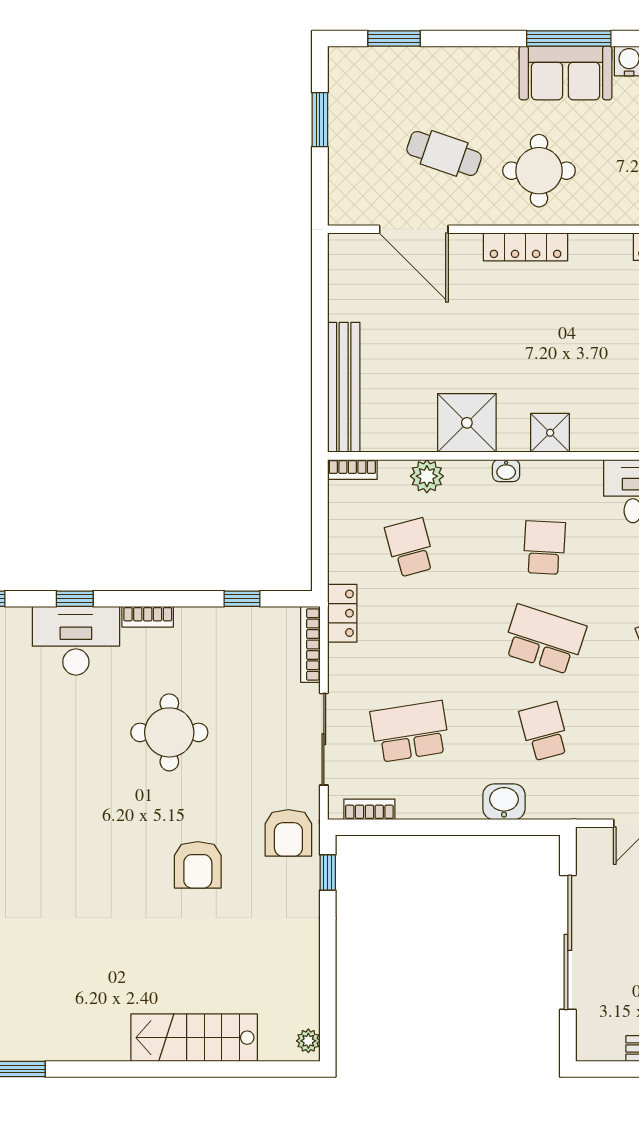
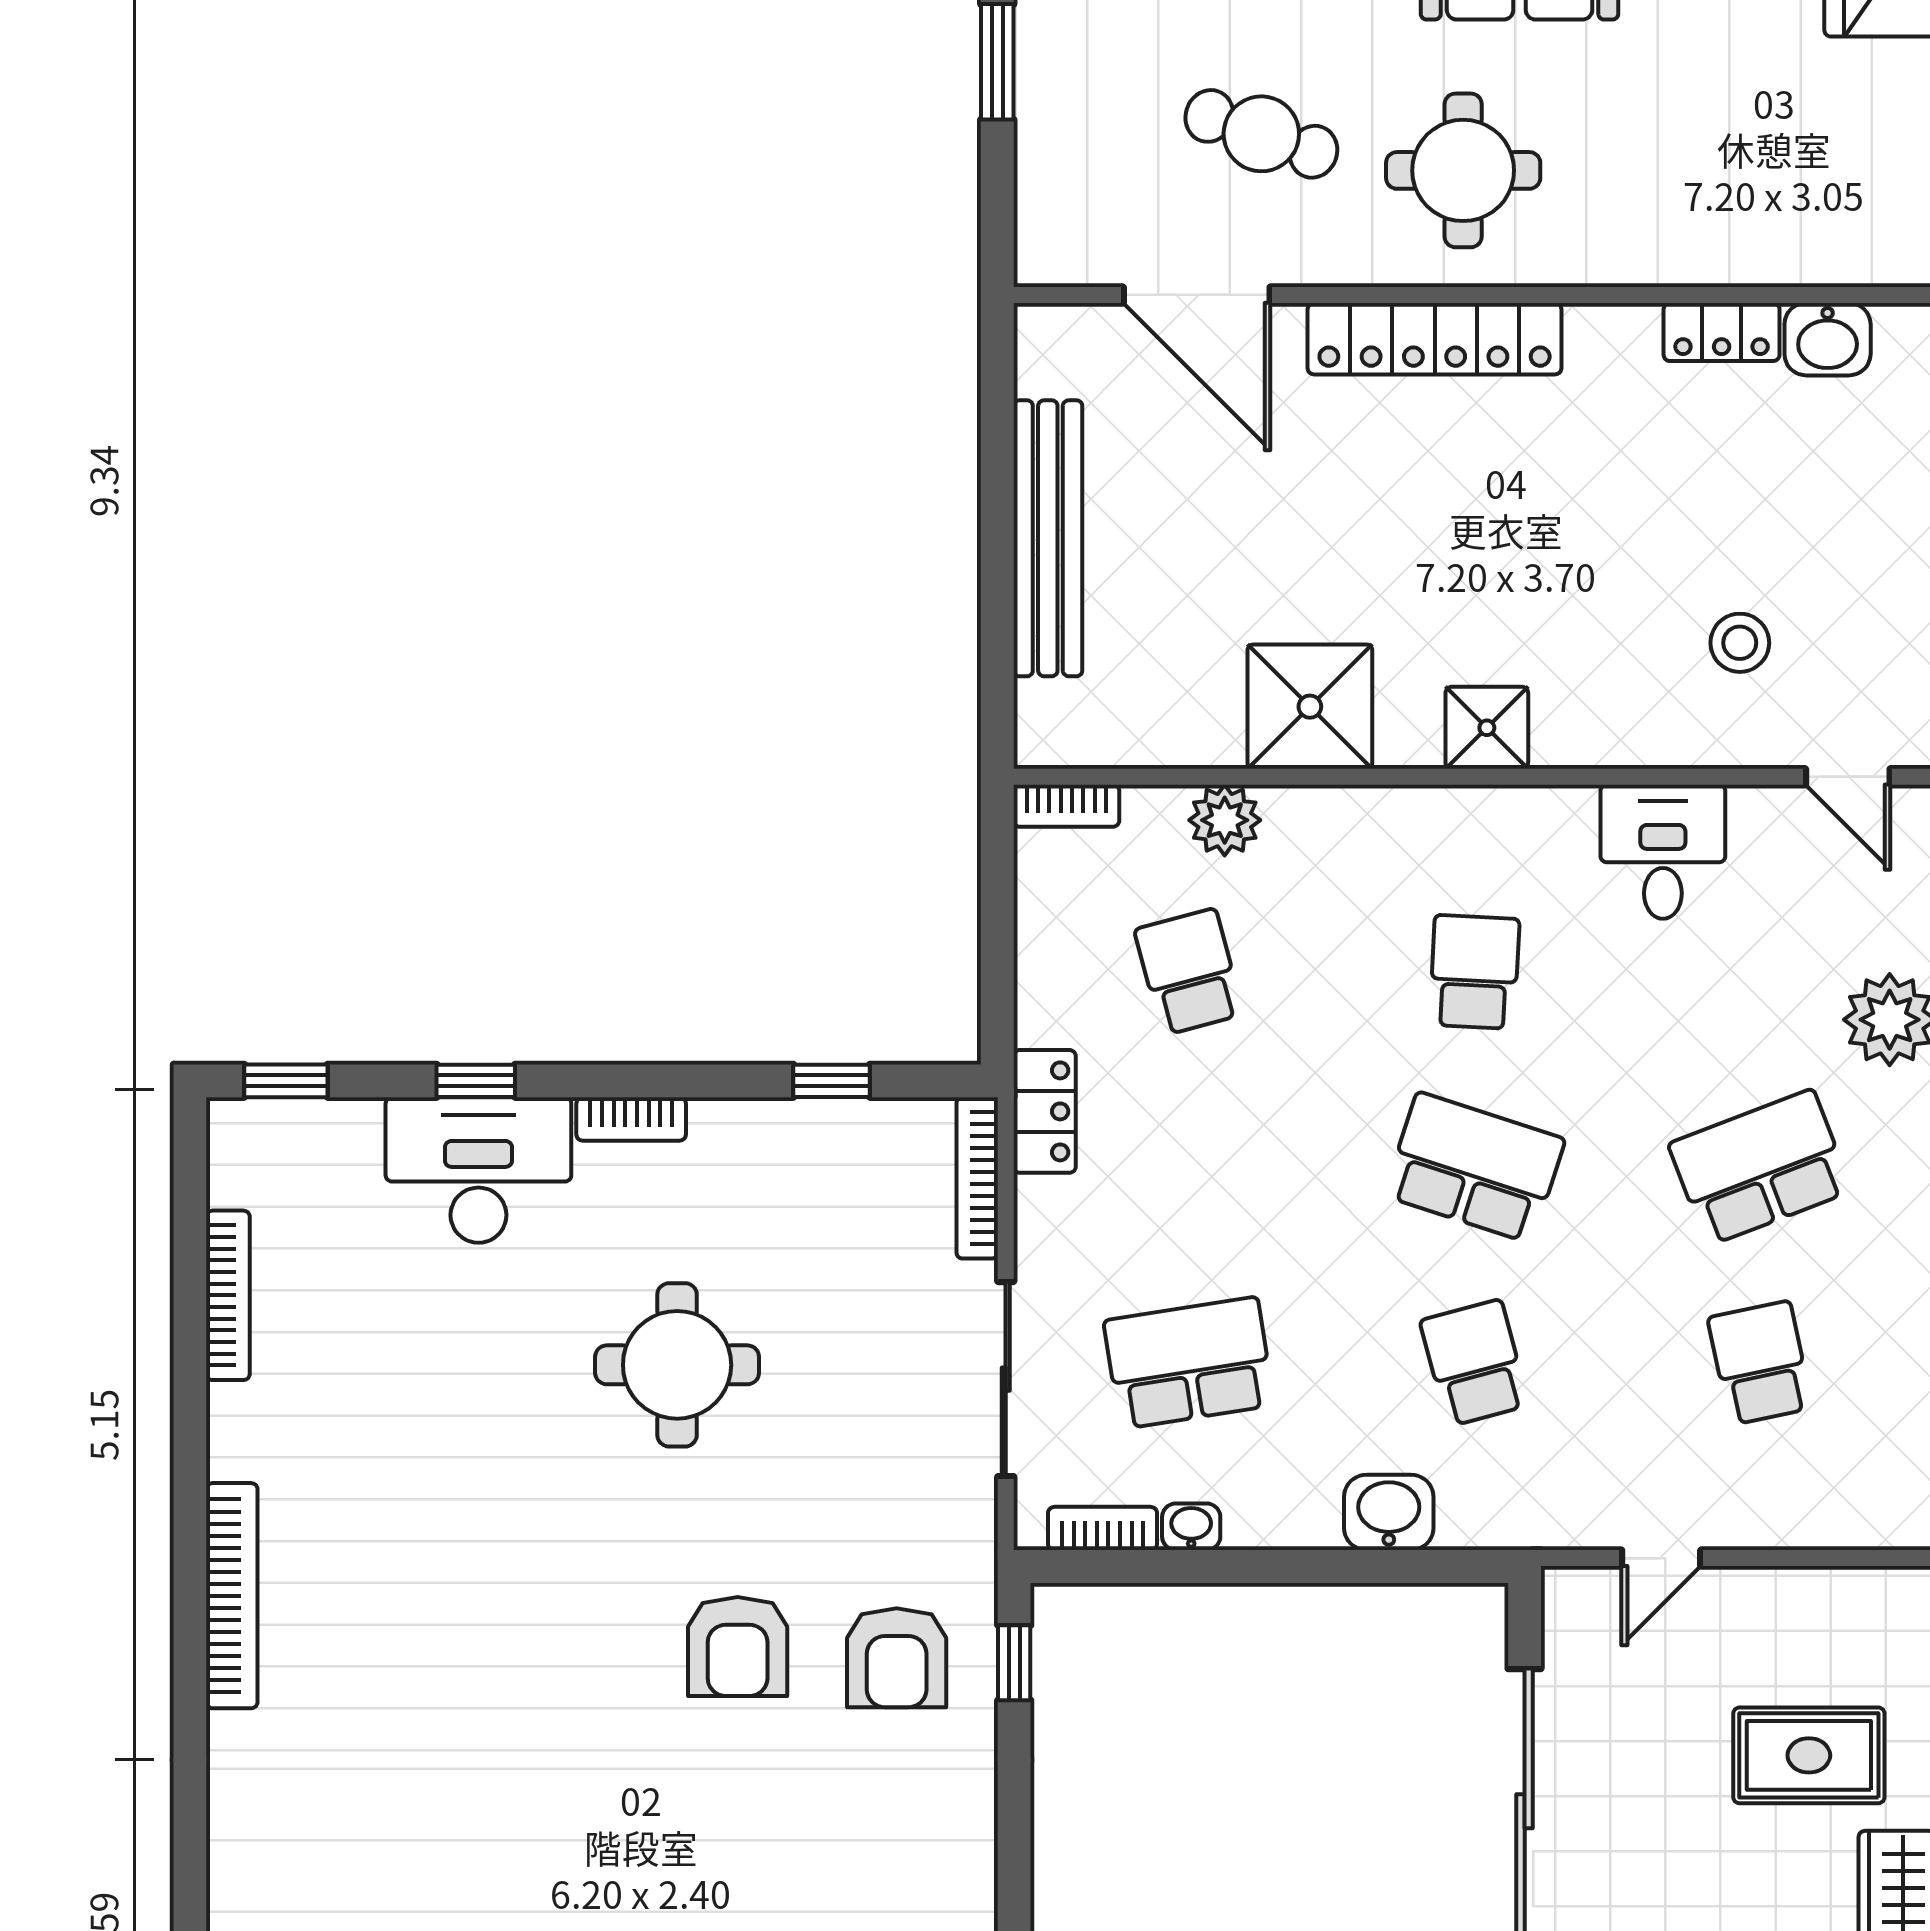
locker: (526, 247) -> (1435, 339), width x1.41, depth x1.21
bench: (344, 387) -> (1048, 538), moved
washbasin: (506, 471) -> (1191, 1527), moved, turned 180
armchair: (288, 833) -> (897, 1658), moved

